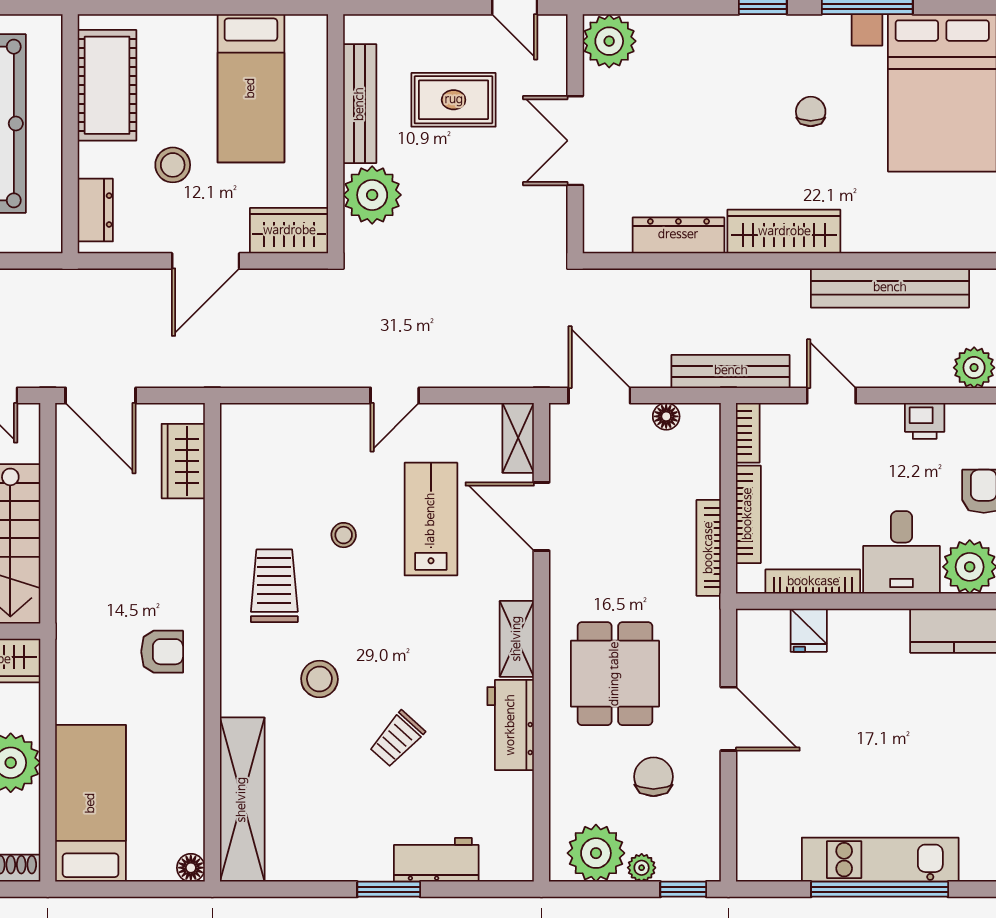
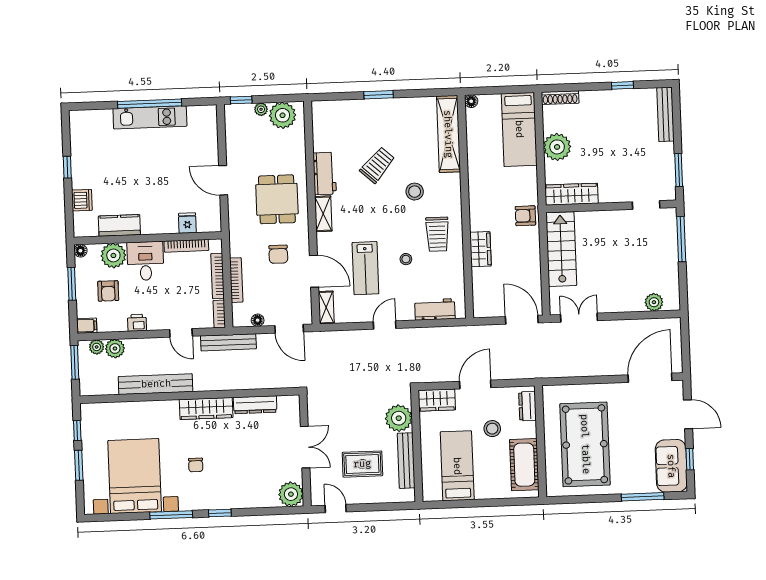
wardrobe: (183, 461) -> (480, 249), moved
bookcase: (709, 548) -> (236, 280), moved
armchair: (162, 652) -> (525, 216), moved
trolley: (397, 739) -> (377, 165), width x1.36, depth x1.39
chair: (653, 777) -> (278, 254), moved
workbench: (436, 860) -> (435, 309), moved, turned 180

